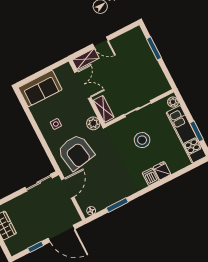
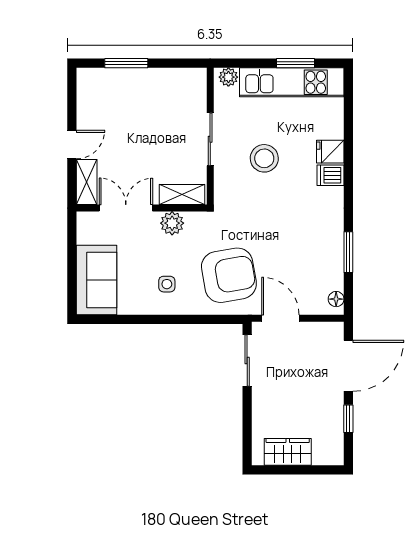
plant: (93, 123) -> (172, 223), moved

